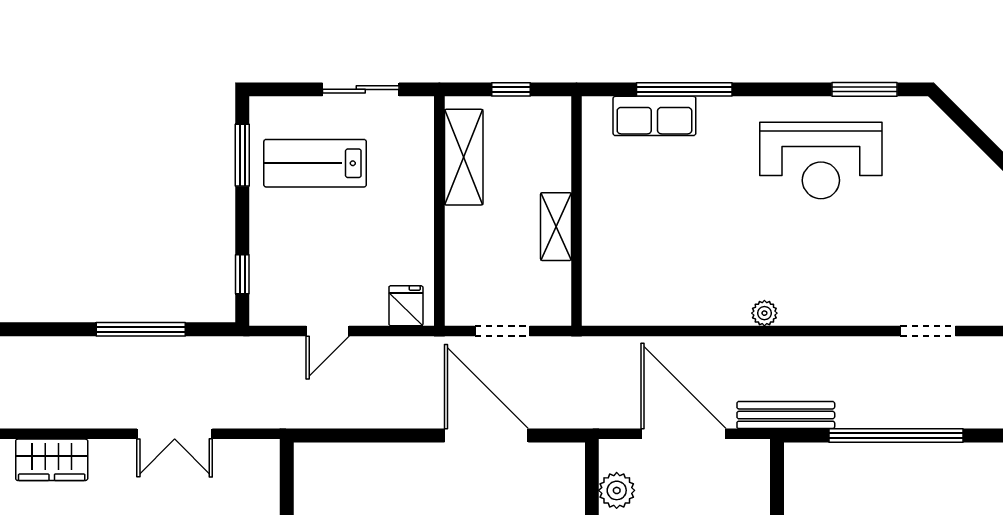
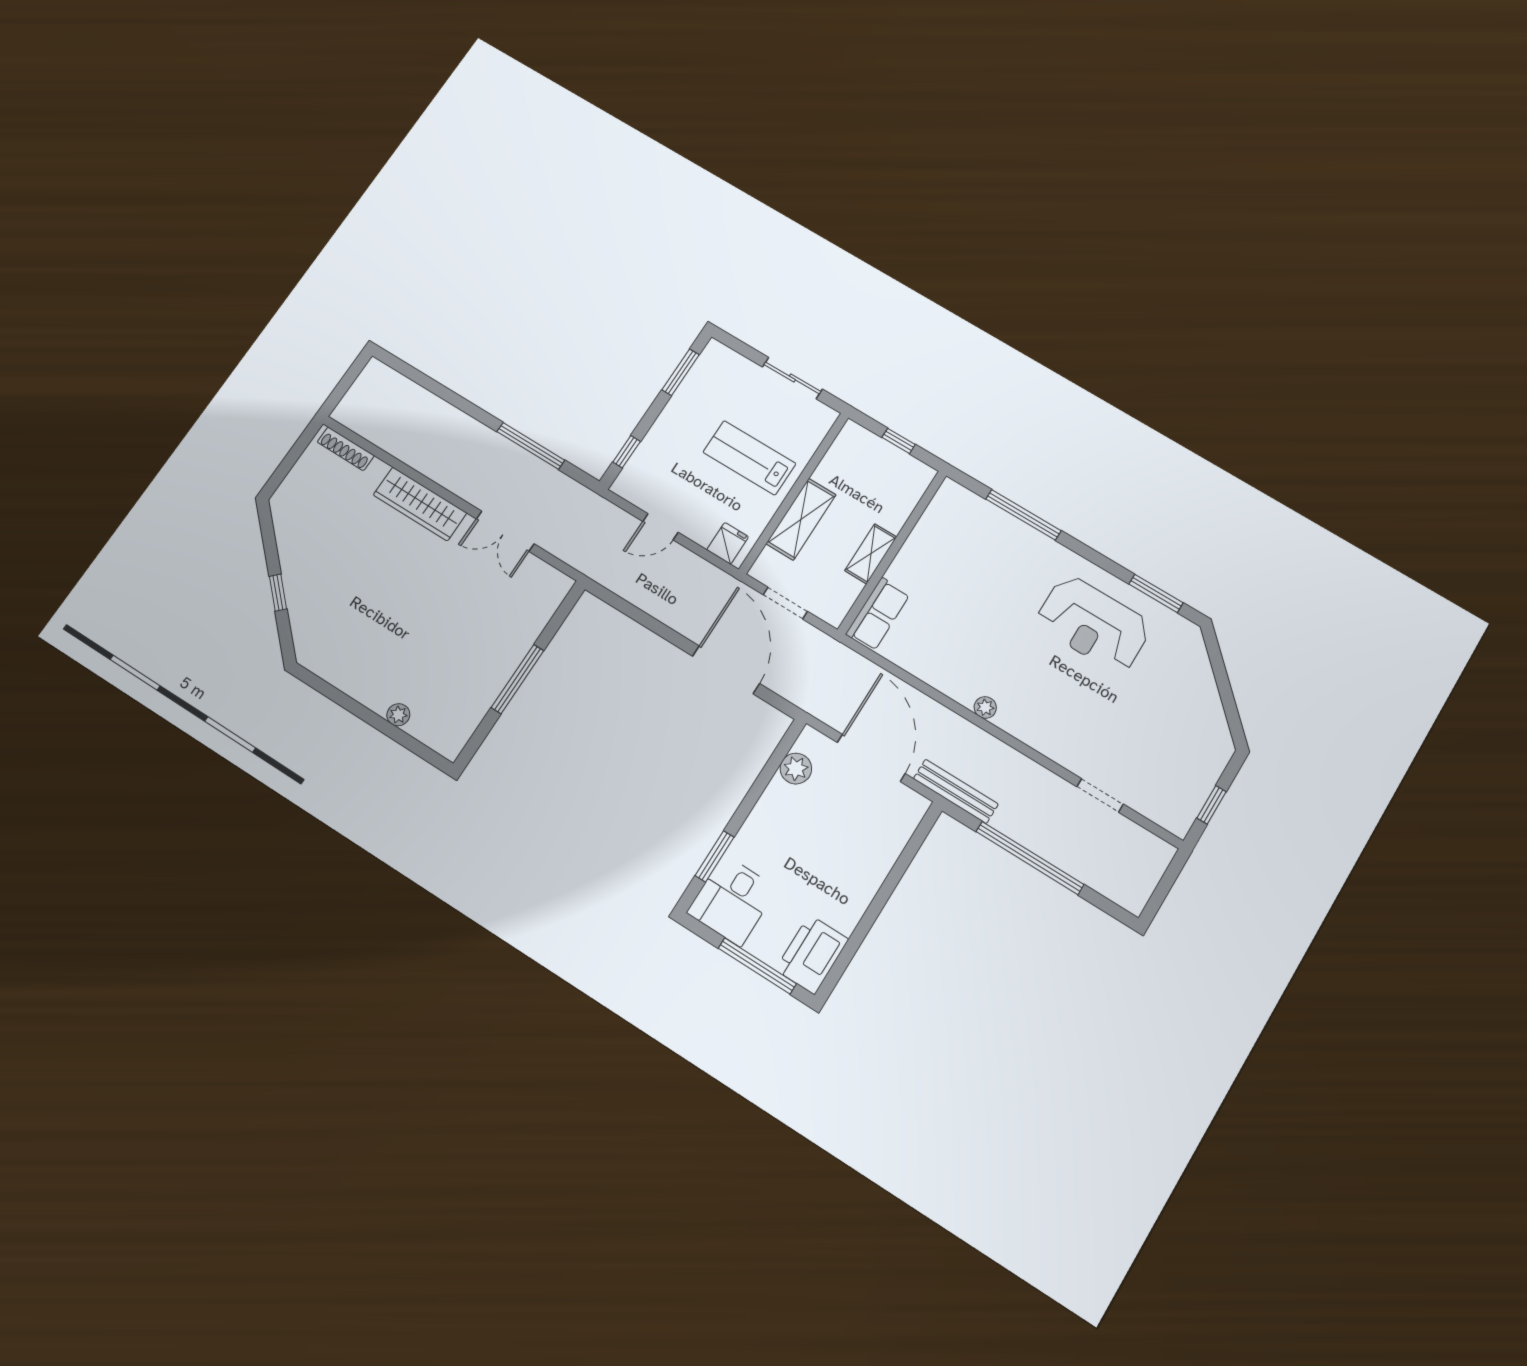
row of seats: (654, 116) -> (878, 614), moved, turned -90
shelving: (464, 157) -> (801, 519), moved
lab bench: (315, 163) -> (749, 458), moved
wardrobe: (52, 460) -> (420, 504), width x1.50

